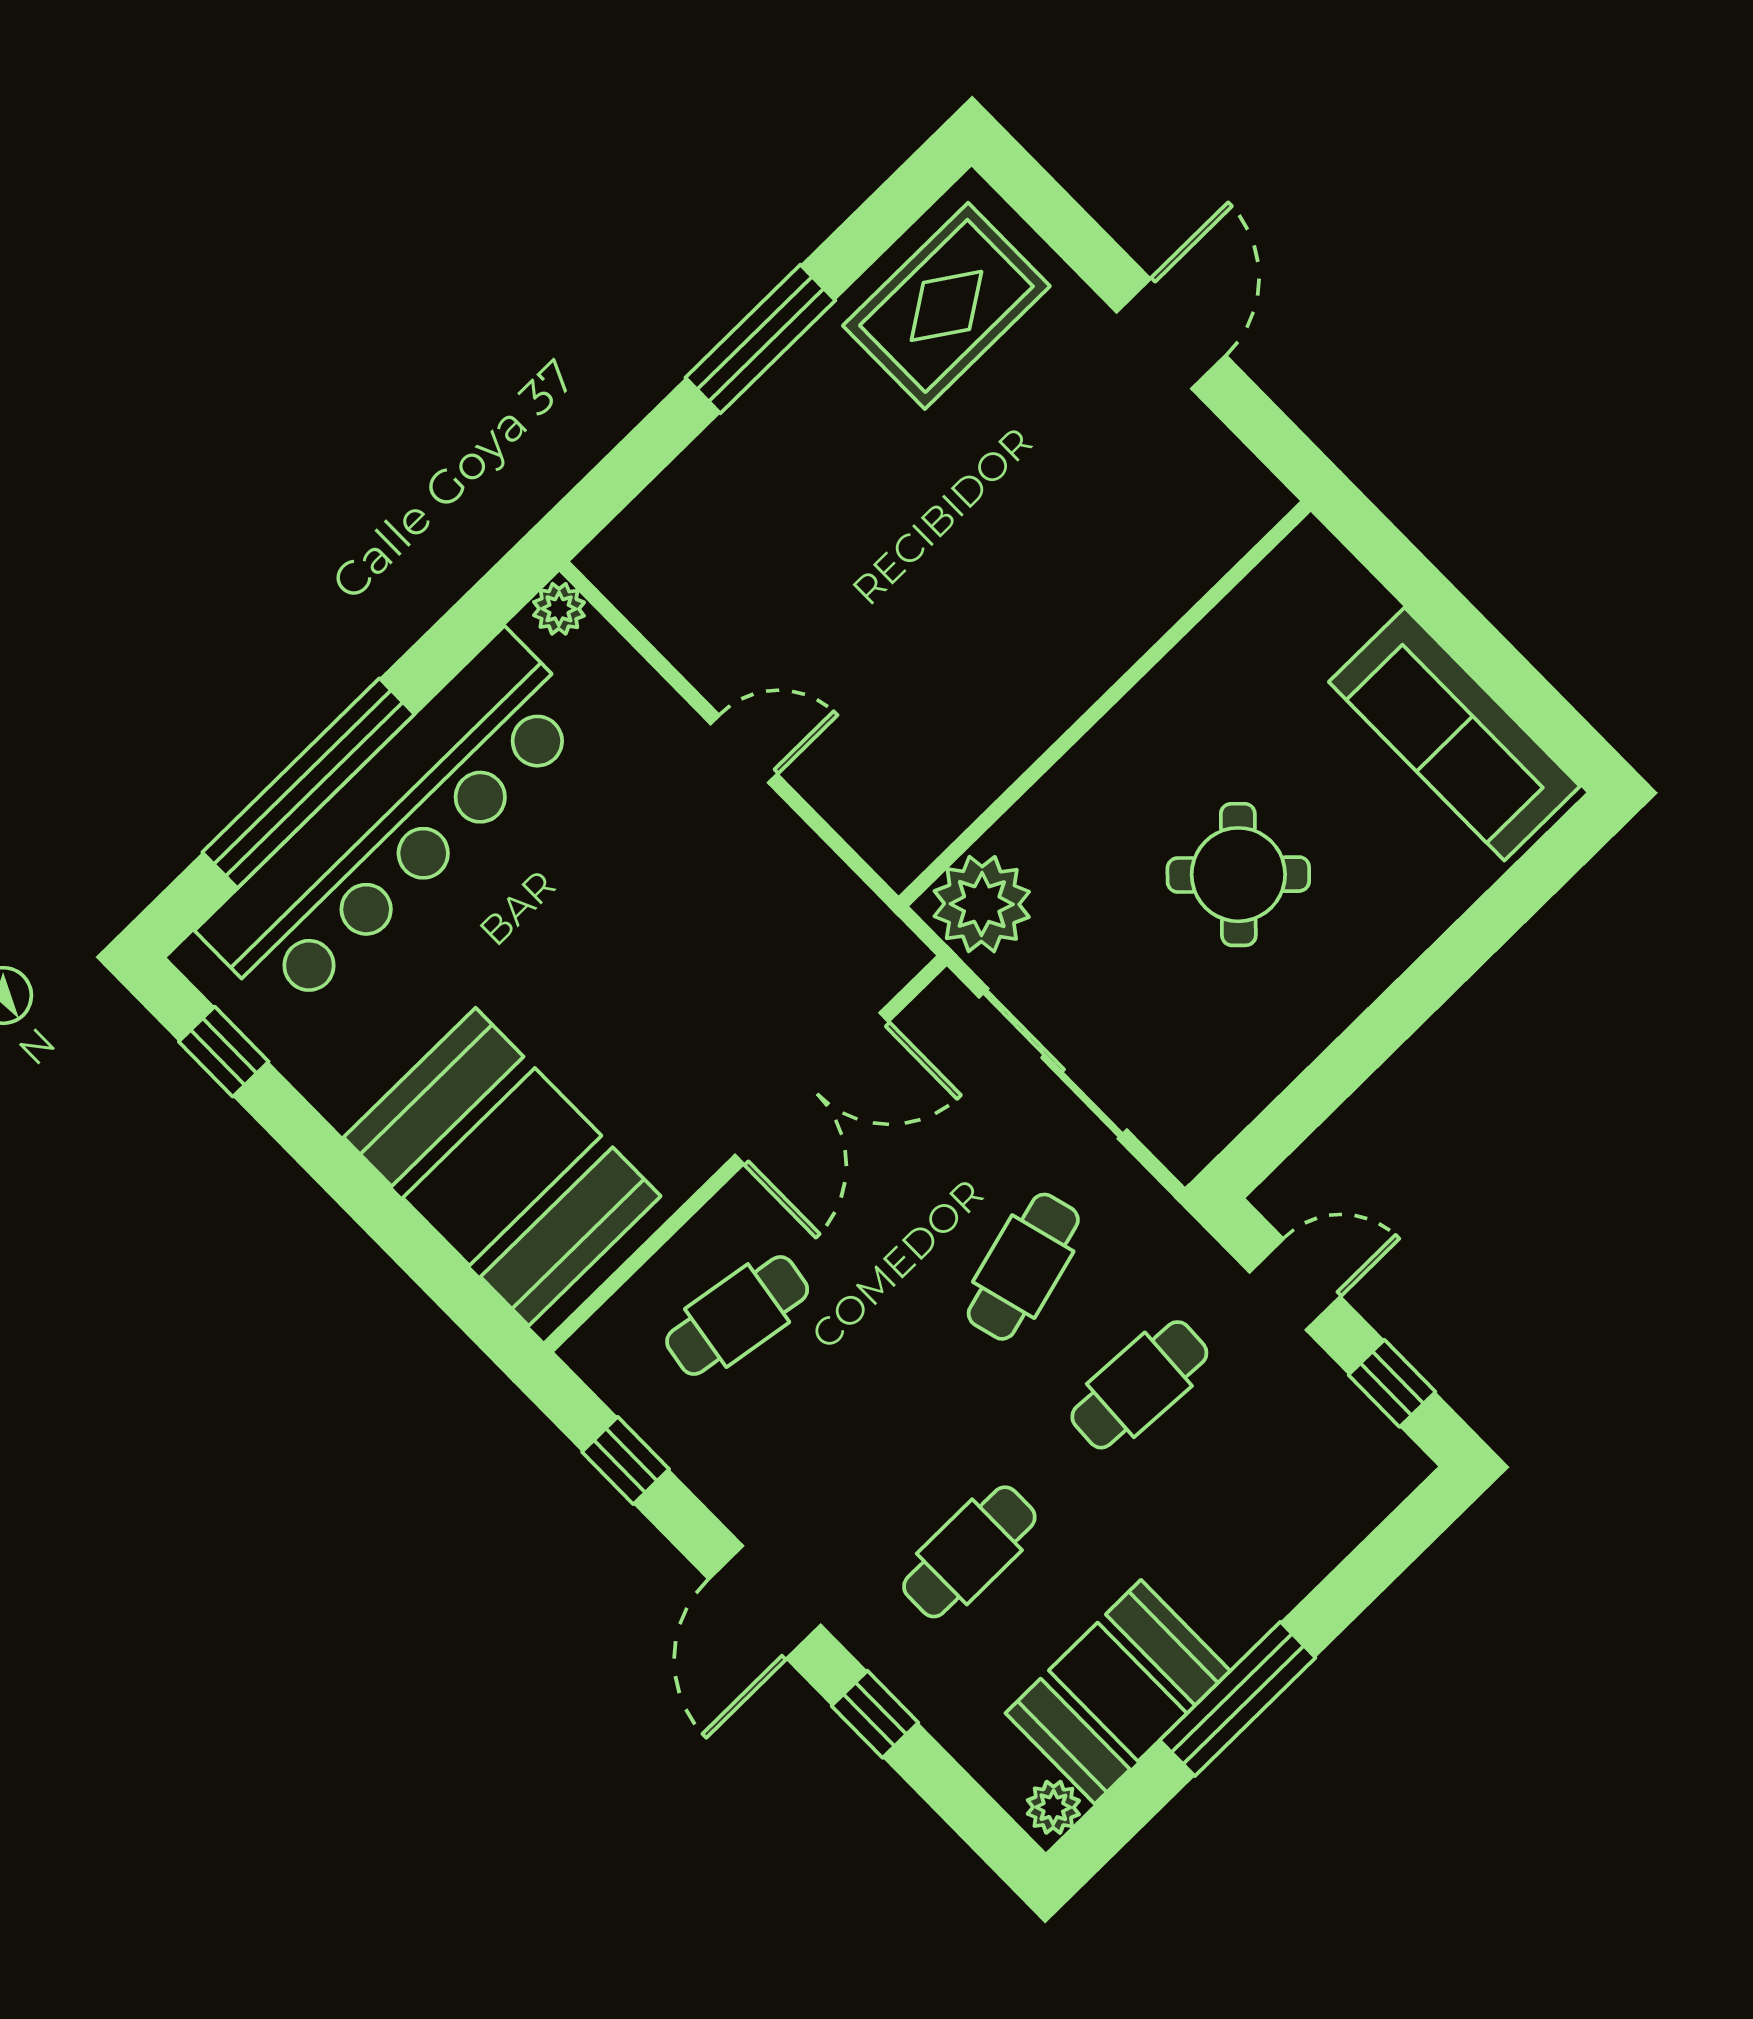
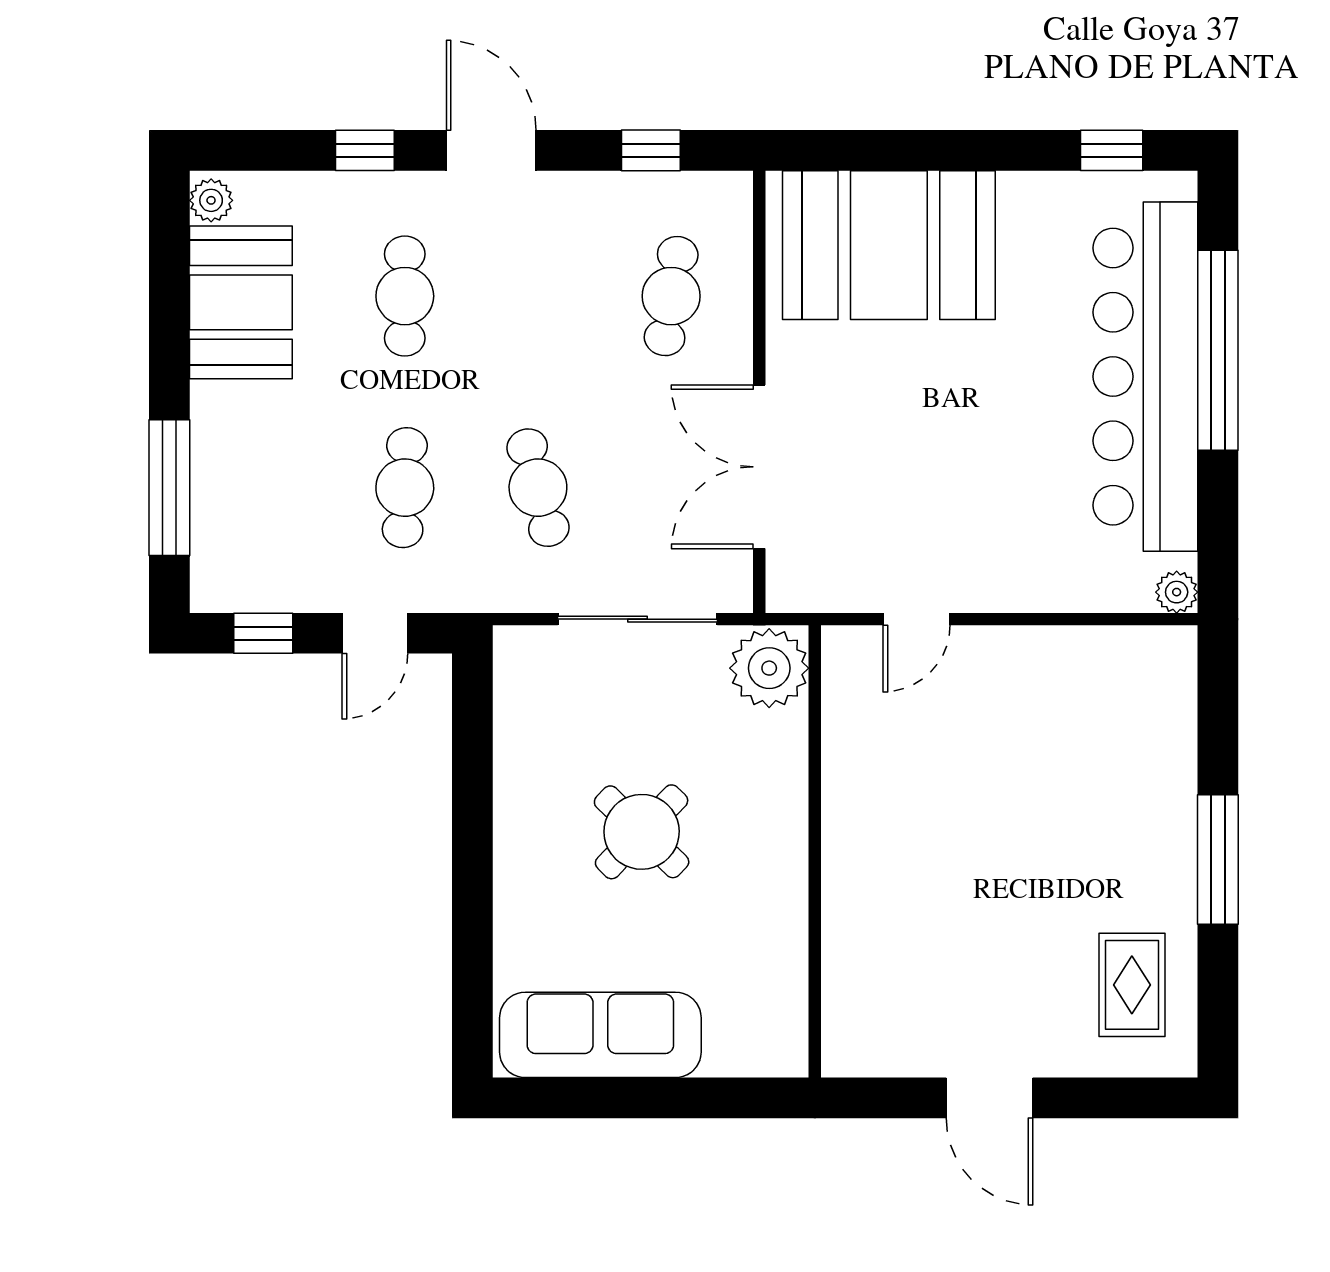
rug: (946, 306) -> (1132, 985), width x0.73, depth x0.70
door: (744, 749) -> (917, 619), moved
window: (1238, 1699) -> (169, 488), moved

